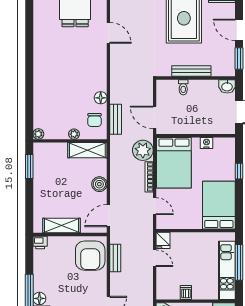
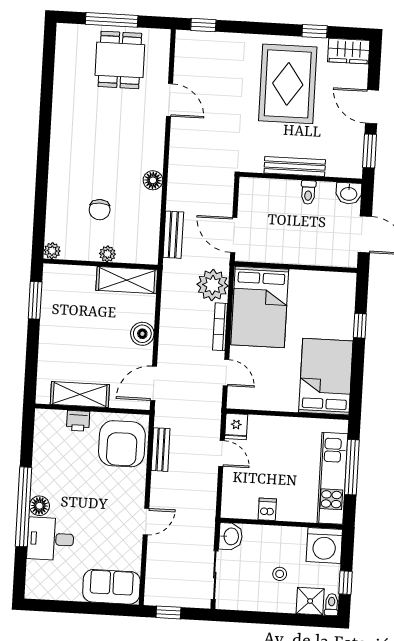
toilet: (183, 87) -> (308, 192), moved
floor lamp: (101, 98) -> (153, 180), moved
chair: (95, 120) -> (100, 210), moved
nightstand: (206, 143) -> (312, 279), removed
printer: (40, 242) -> (78, 421), moved

